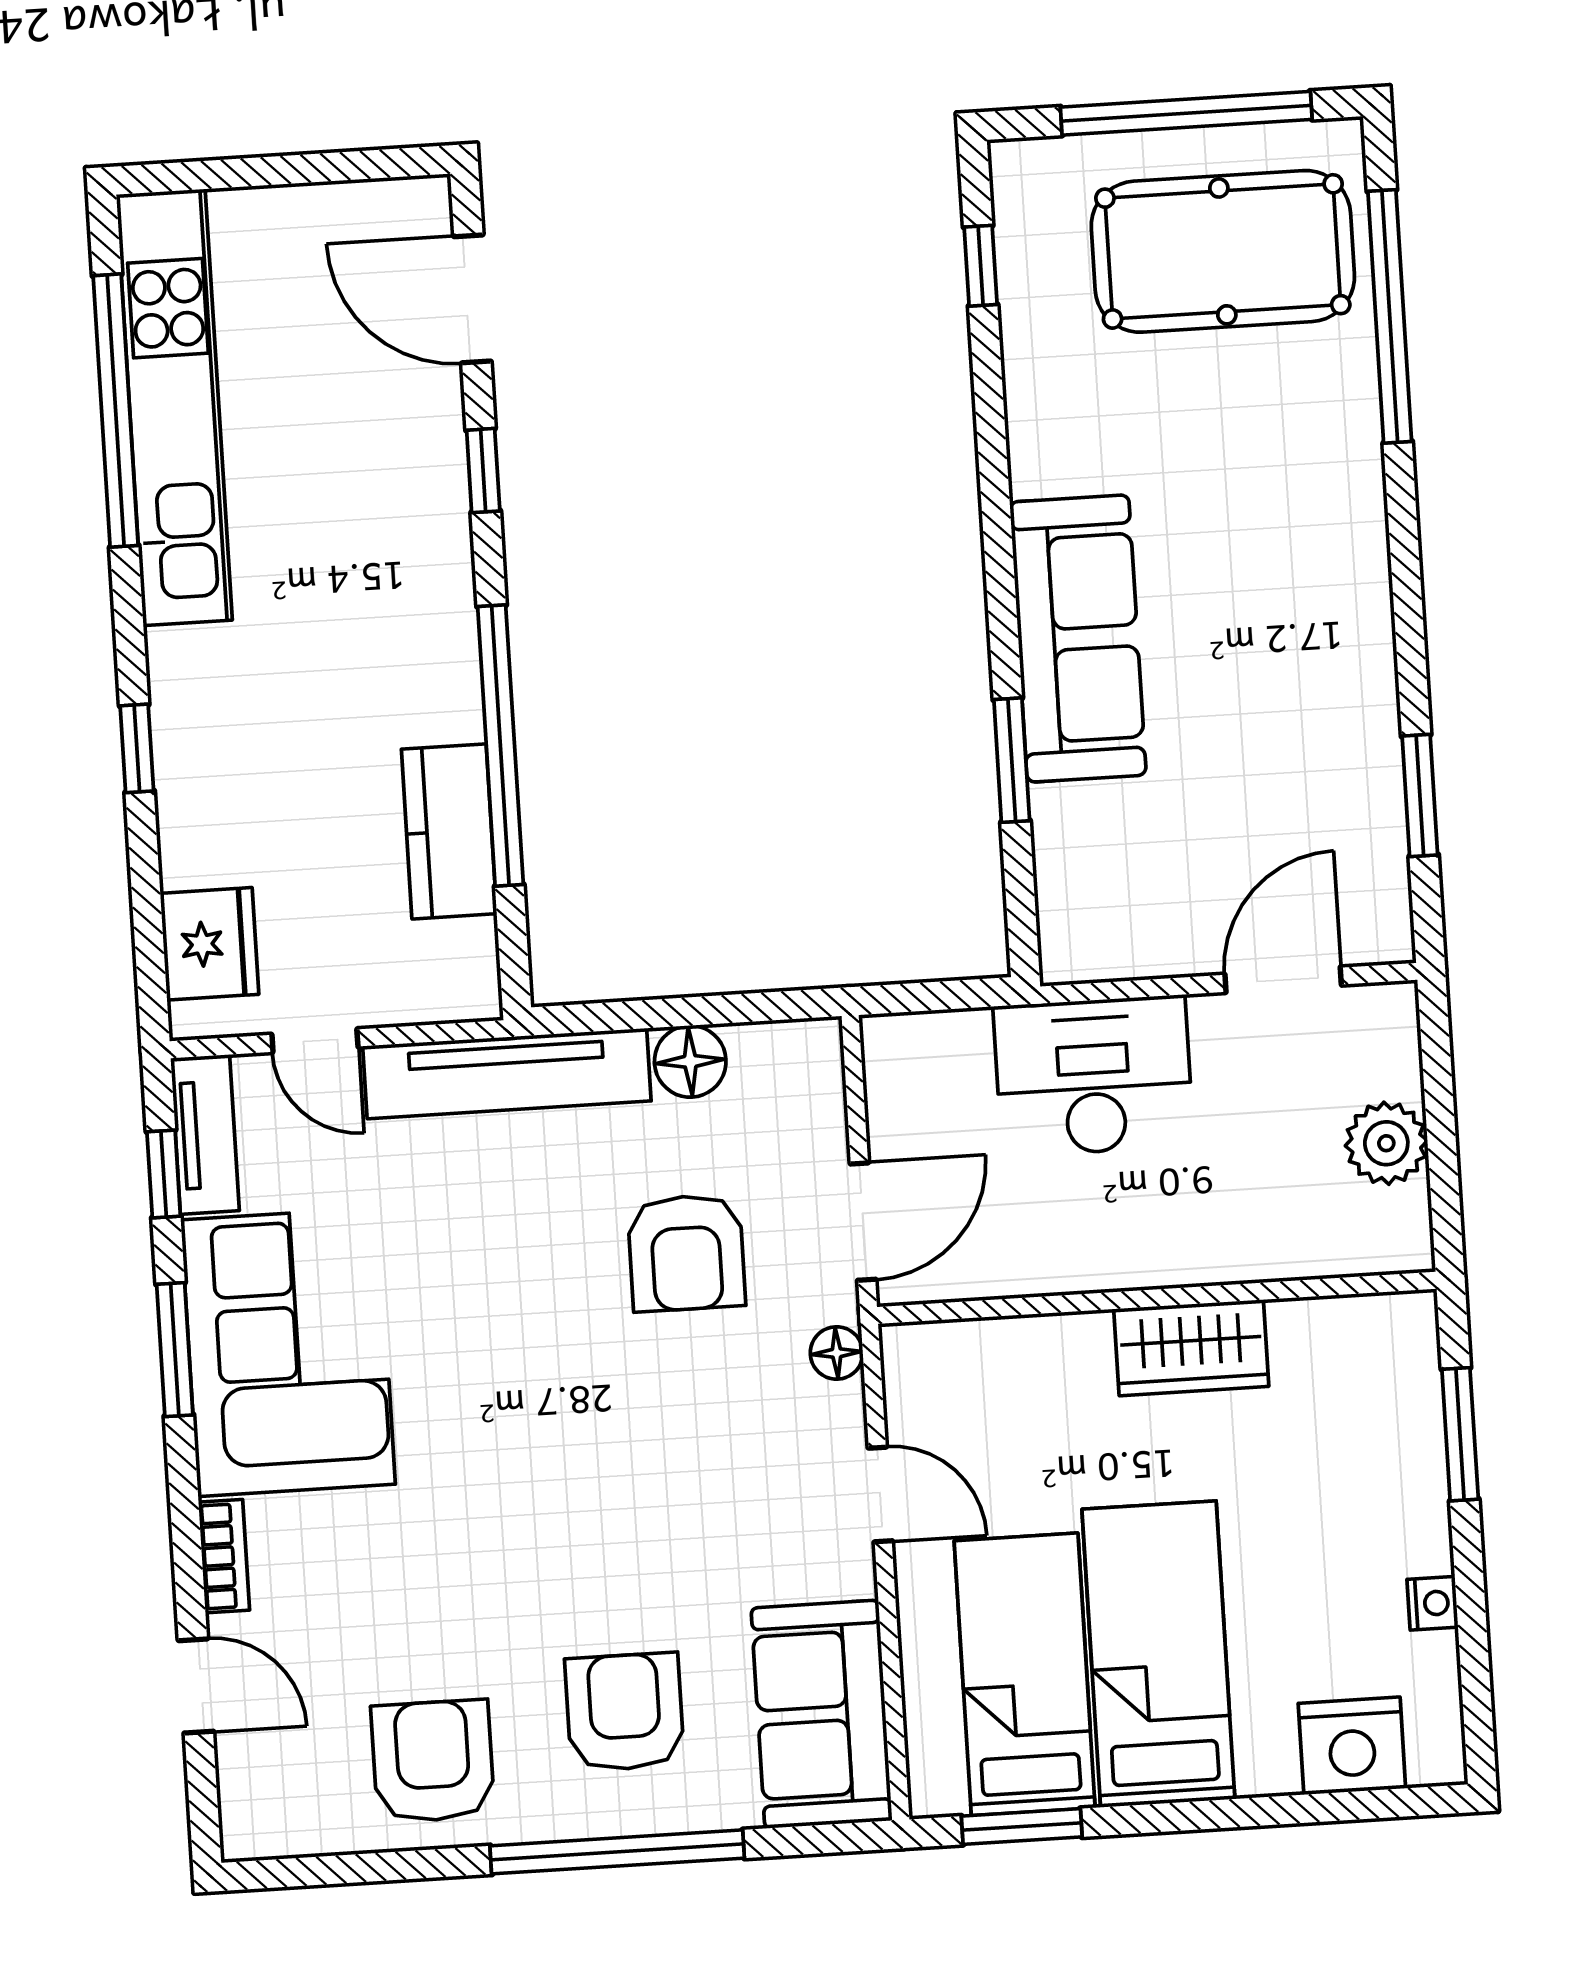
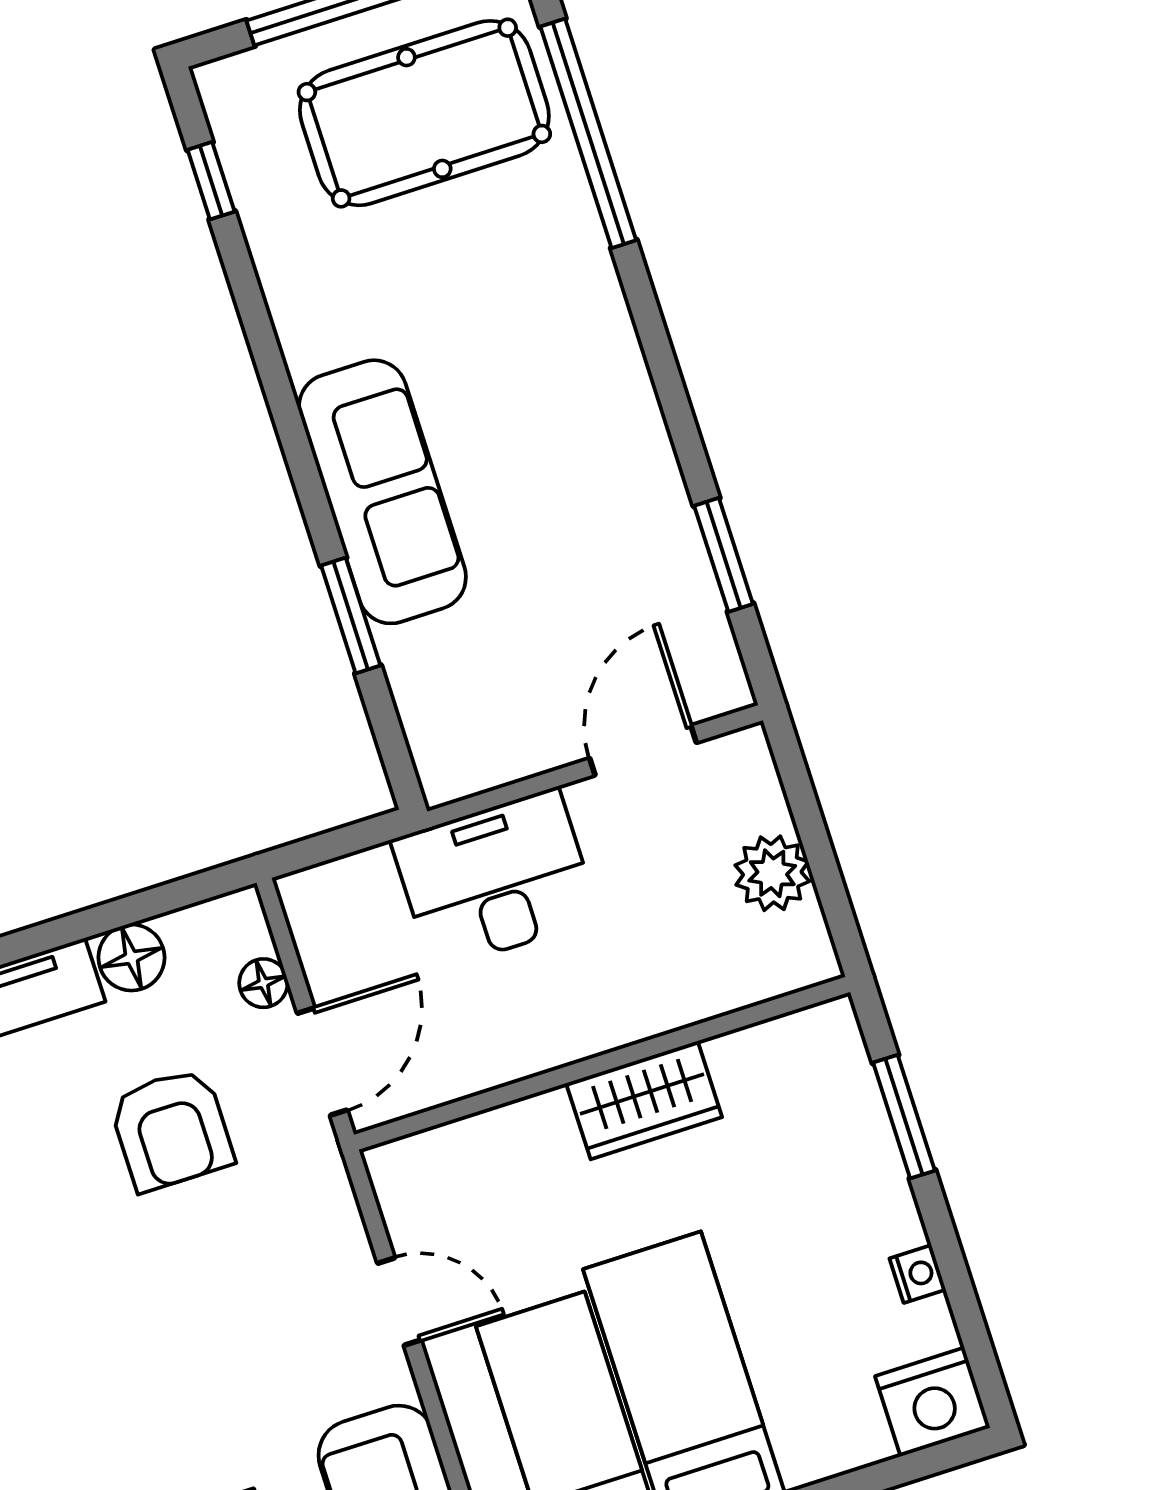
floor lamp: (837, 1353) -> (263, 983), moved
nightstand: (1352, 1746) -> (933, 1402), moved

